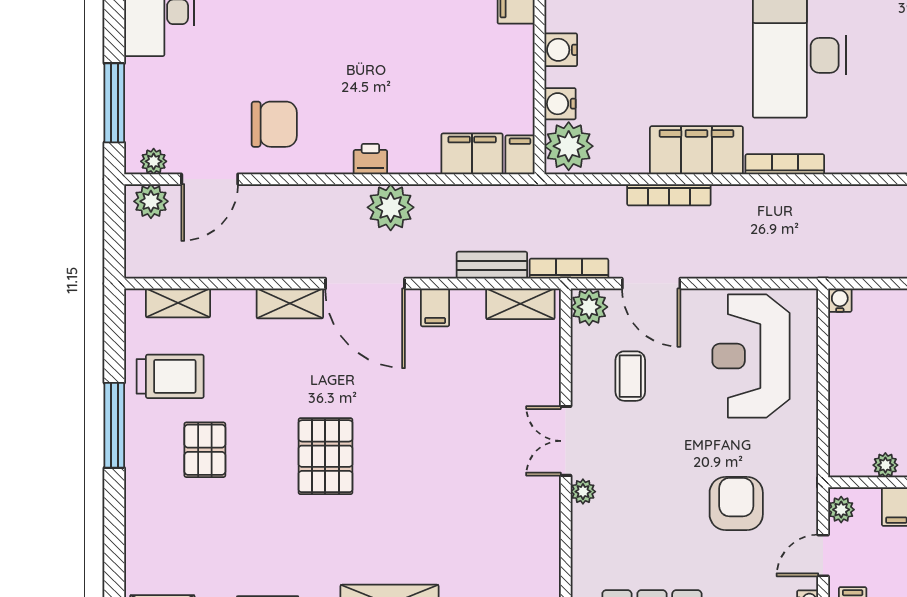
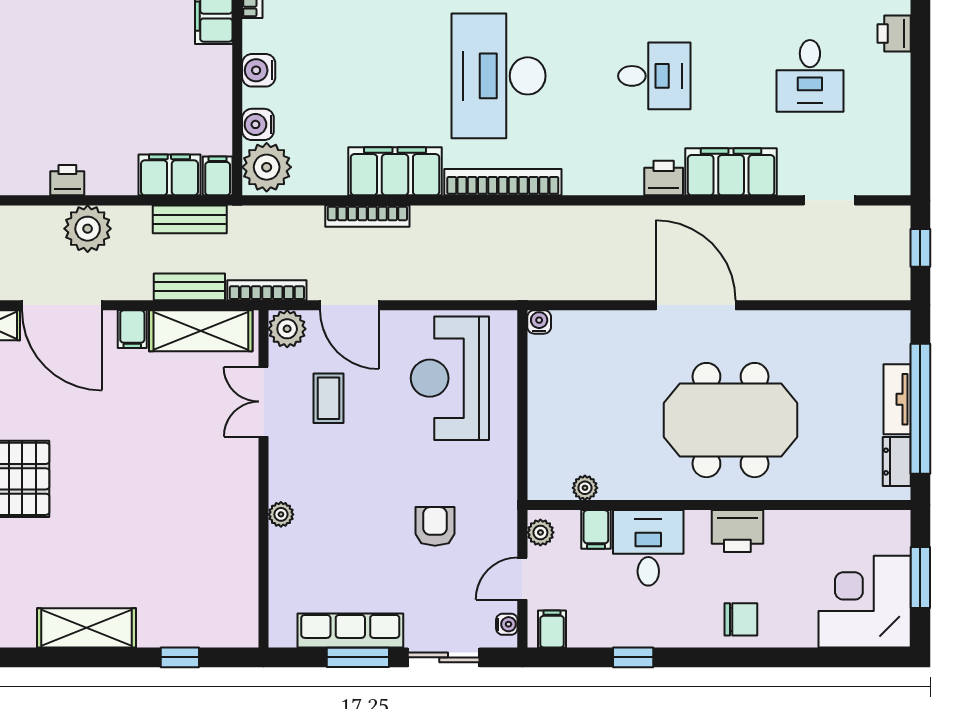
bookcase: (785, 164) -> (503, 182), width x1.48, depth x1.31
bench: (492, 198) -> (190, 219), added
shelving: (520, 304) -> (201, 331), width x1.50, depth x1.33
double door: (566, 441) -> (264, 402), moved
armchair: (736, 504) -> (435, 526), width x0.72, depth x0.72

